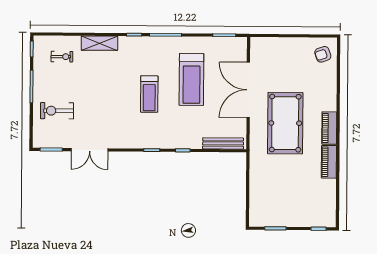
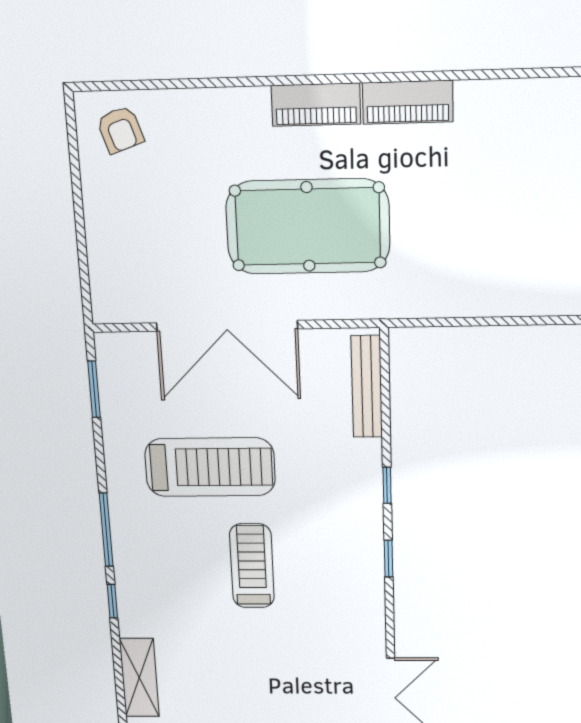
treadmill: (149, 94) -> (252, 566), turned -90

